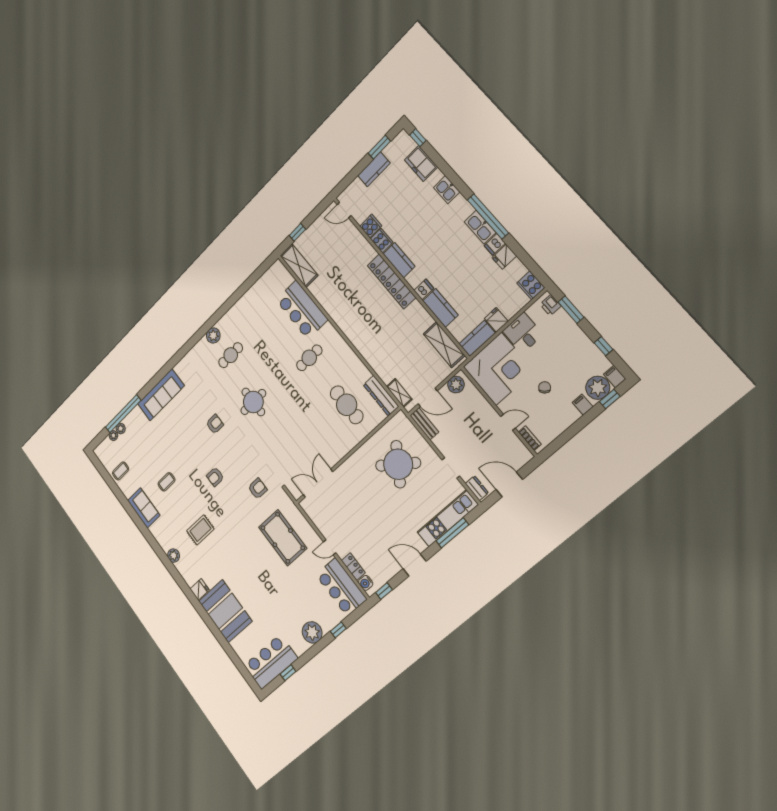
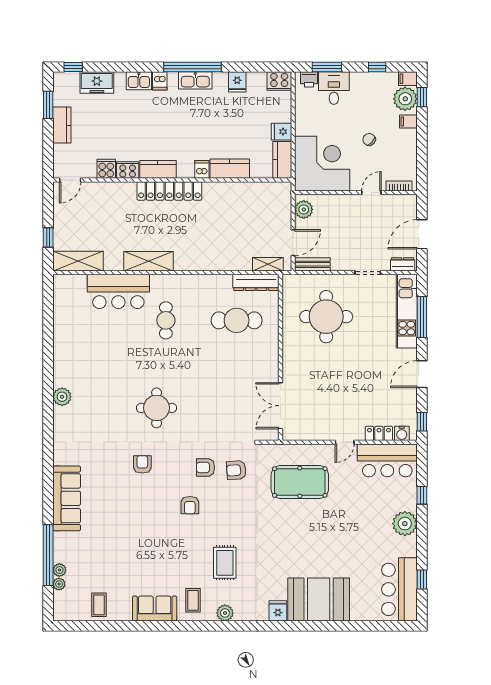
dishwasher: (495, 244) -> (160, 81), moved
desk: (523, 333) -> (334, 88), moved, turned 90
shelving: (444, 345) -> (149, 261), moved
cafe table: (231, 355) -> (95, 395), removed
round table: (398, 464) -> (326, 317), turned -35
armchair: (244, 467) -> (205, 467), added
coffee table: (166, 482) -> (193, 600), moved
armchair: (258, 489) -> (236, 470), turned -94

